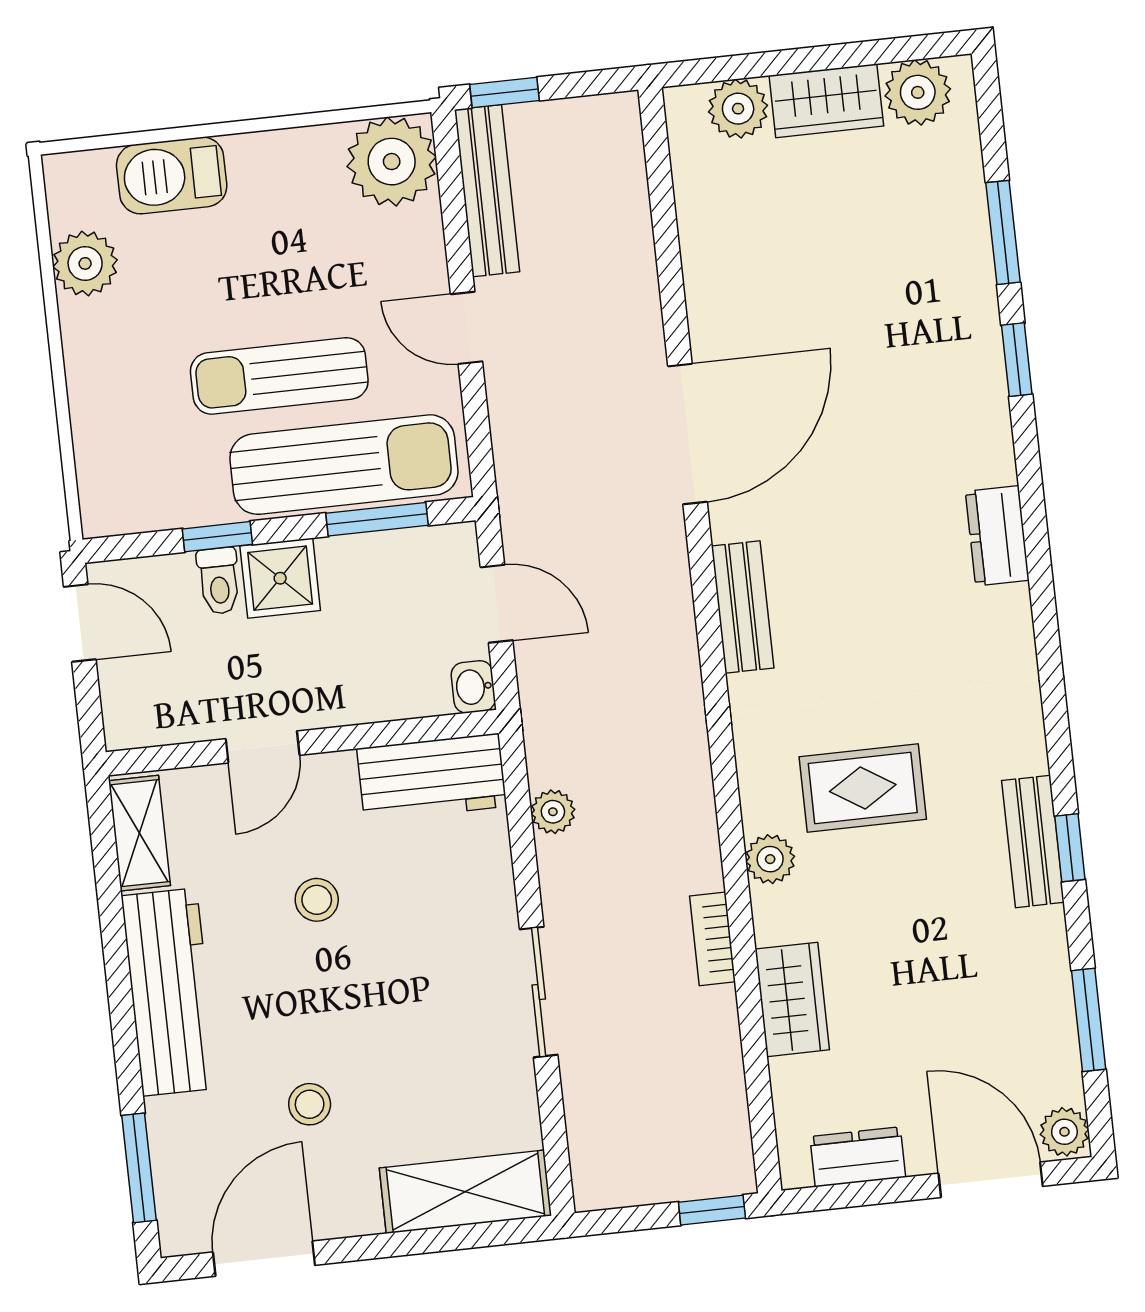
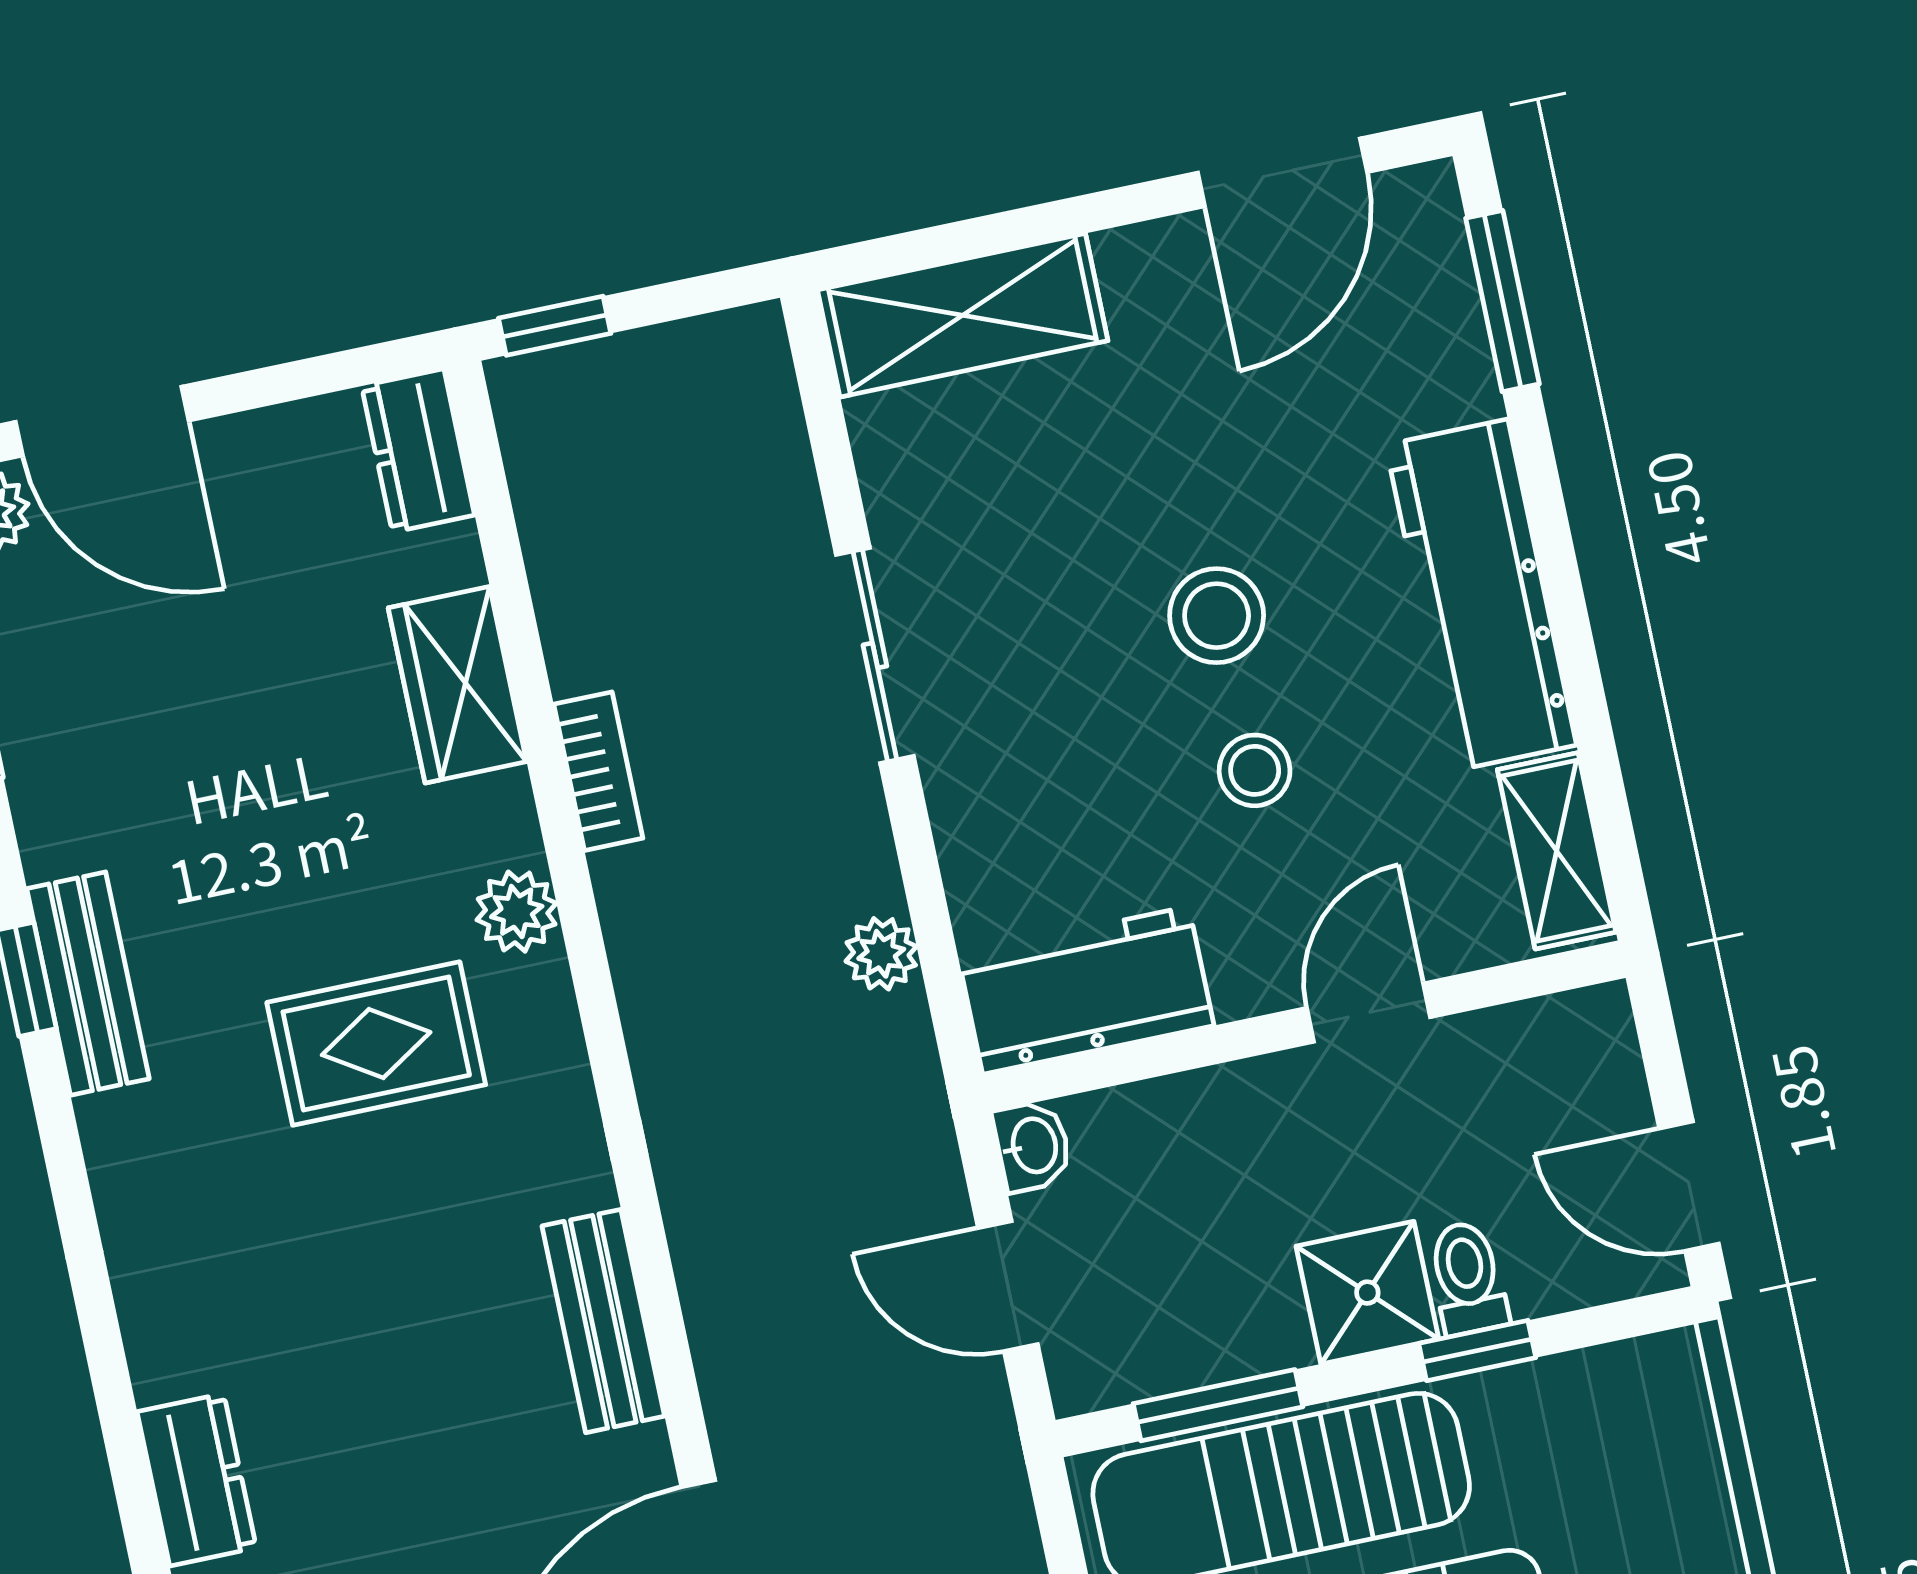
stool: (310, 1104) -> (1217, 616), moved, width x1.37, depth x1.37
dresser: (858, 1157) -> (418, 451), moved, turned 90

